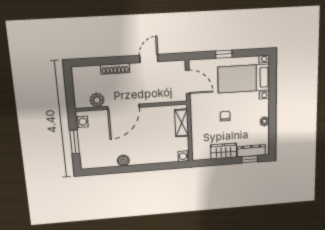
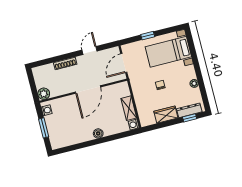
door: (188, 82) -> (124, 63), swing flipped
plant: (97, 100) -> (44, 94), moved
door: (123, 107) -> (88, 90), moved
shelving: (182, 123) -> (129, 108), moved
boiler: (123, 161) -> (98, 133), moved

